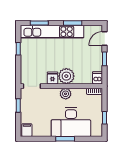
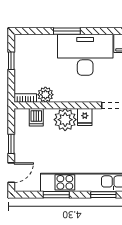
dishwasher: (98, 78) -> (36, 117), moved
plant: (66, 94) -> (45, 95), moved
desk: (71, 122) -> (85, 55), moved

